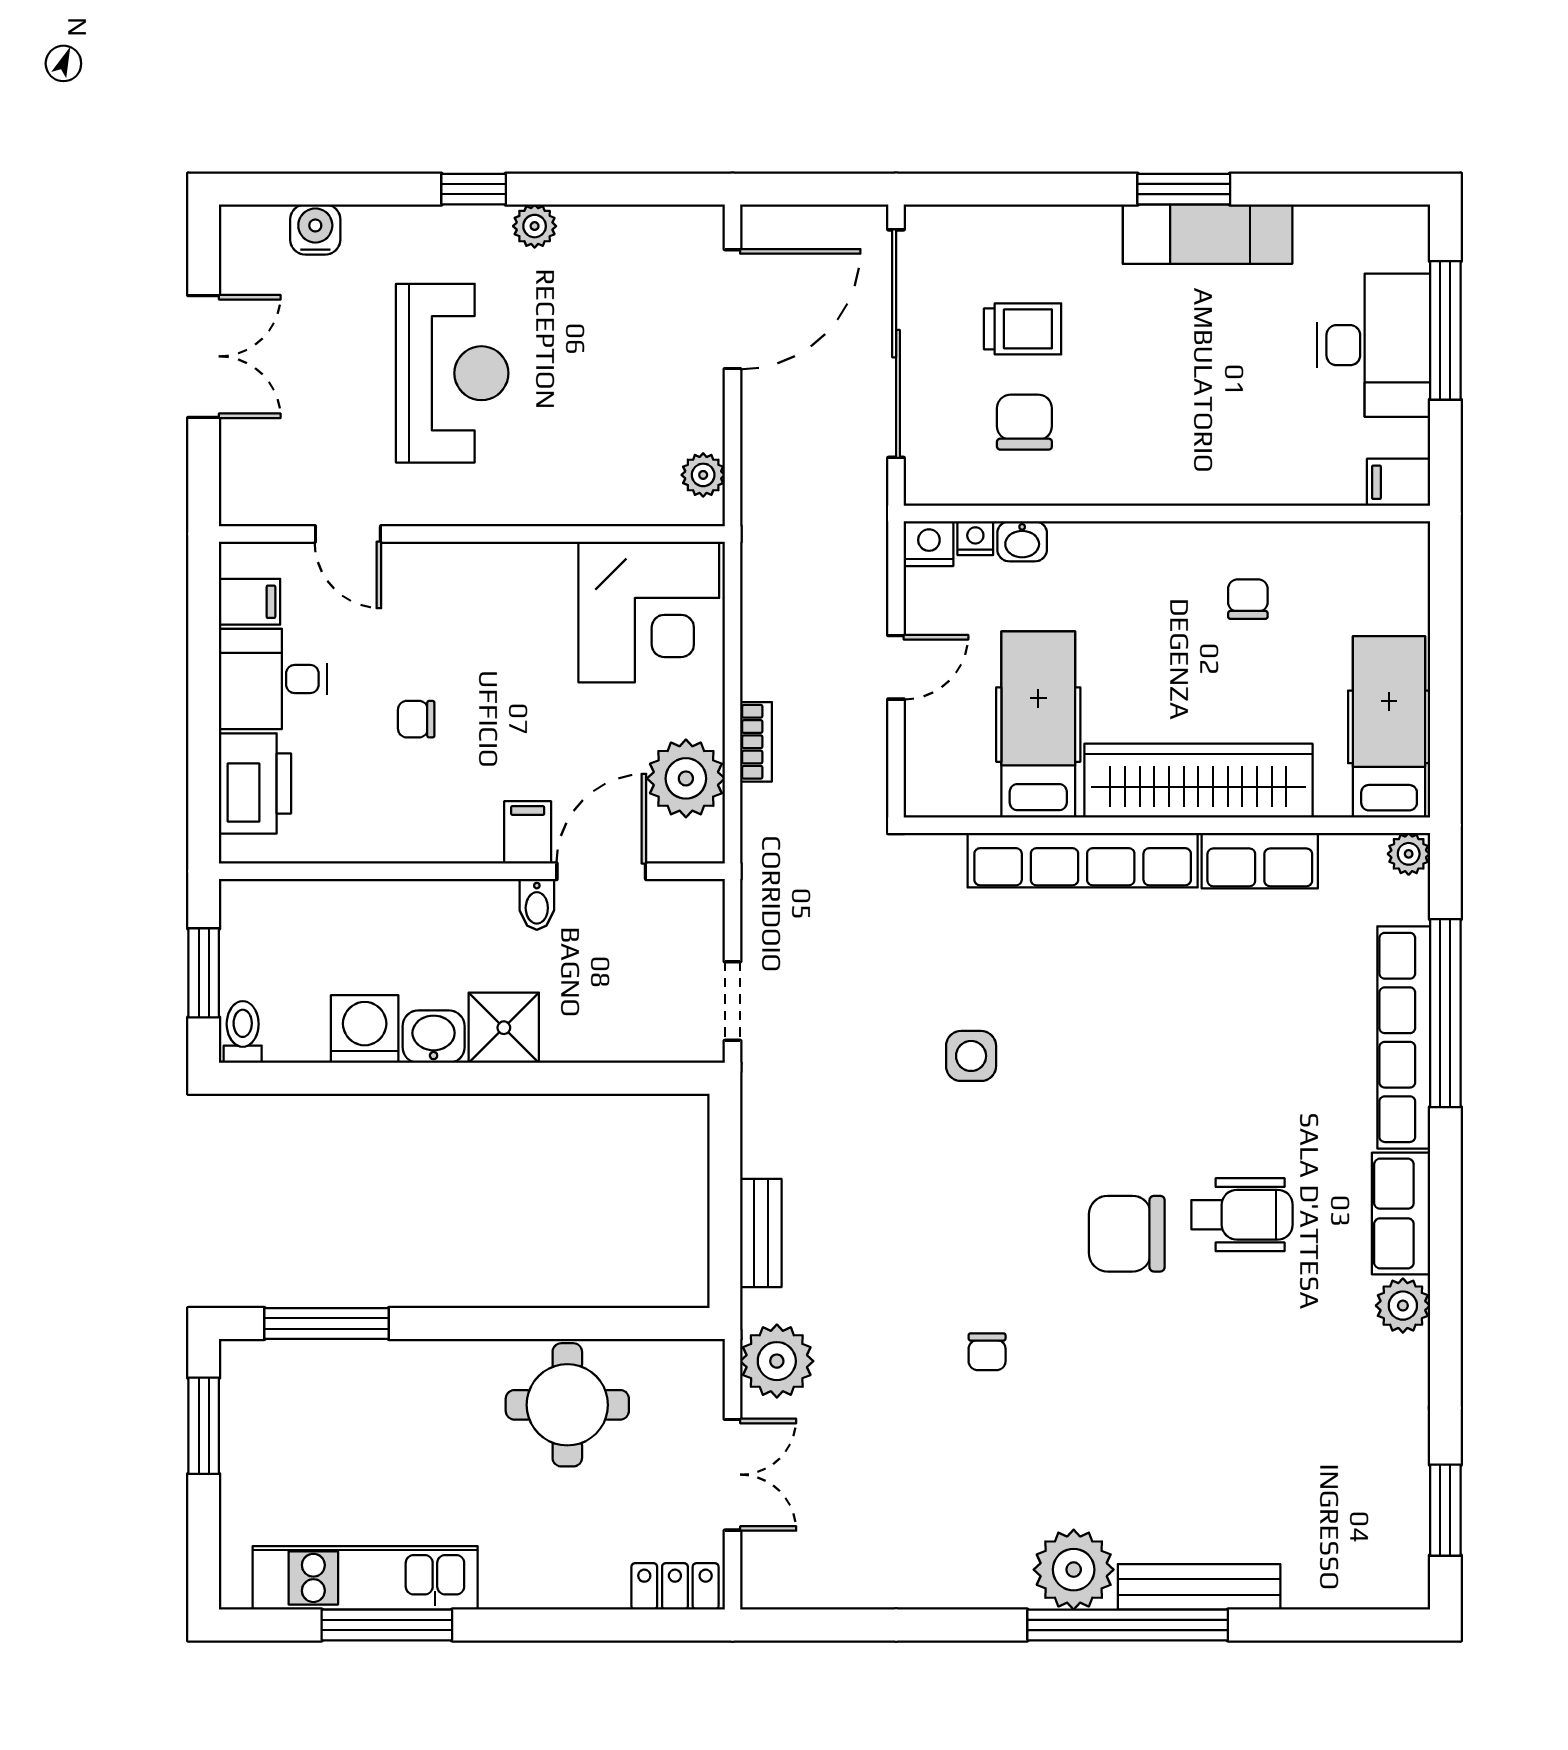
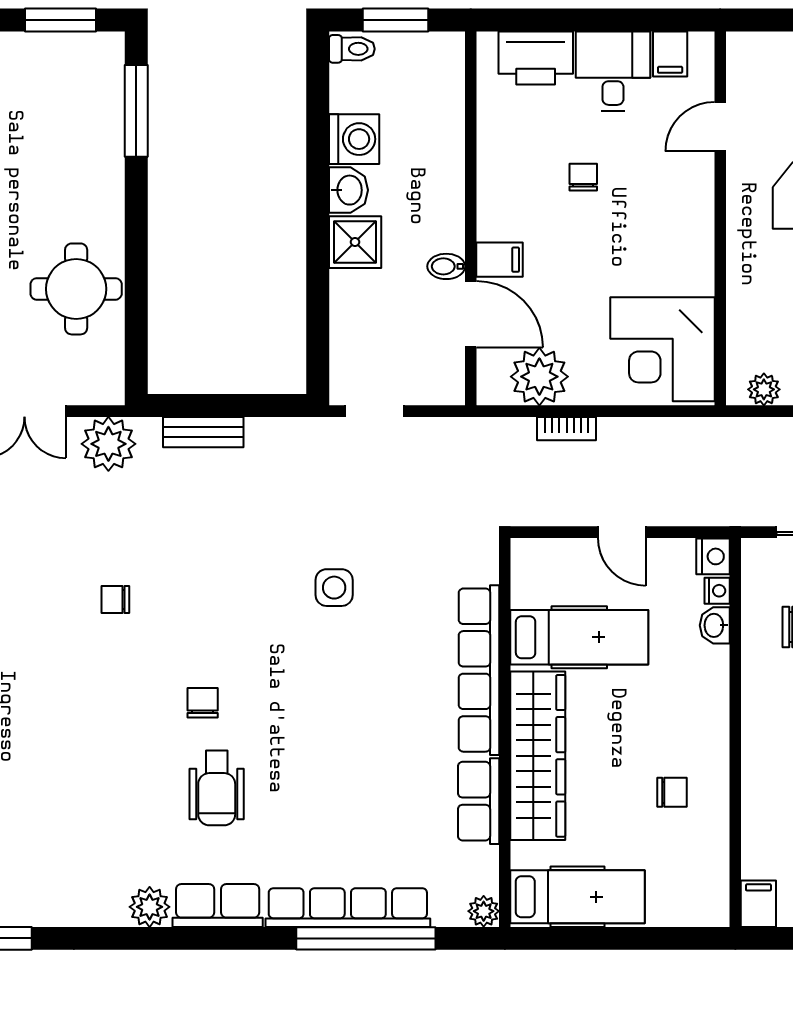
chair: (1127, 1234) -> (203, 703), width x0.54, depth x0.54

